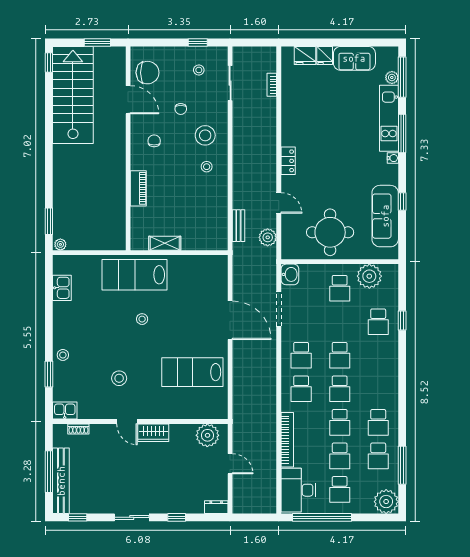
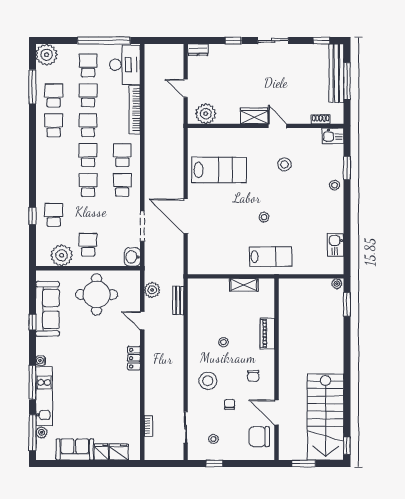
stool: (207, 167) -> (223, 342), moved
lab bench: (134, 275) -> (271, 257), width x0.73, depth x0.72

